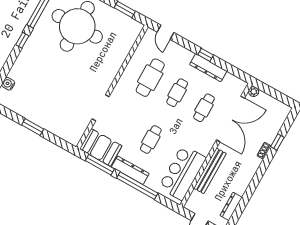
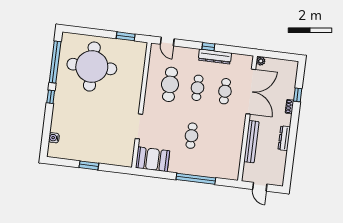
window: (100, 165) -> (158, 174), removed
dresser: (130, 170) -> (185, 168), removed
bar counter: (182, 173) -> (229, 153), removed
dresser: (231, 206) -> (284, 138), moved

